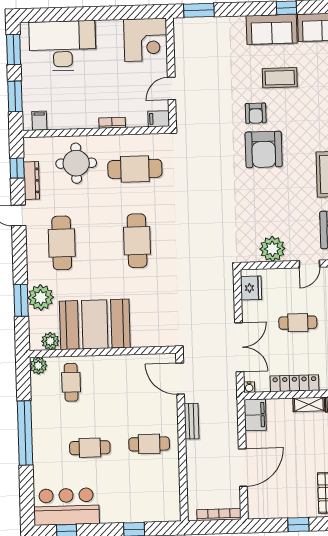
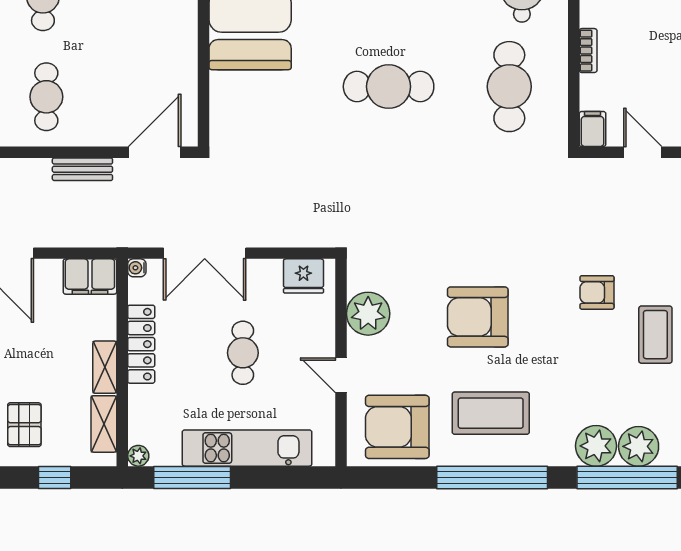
armchair: (264, 149) -> (478, 317), moved

